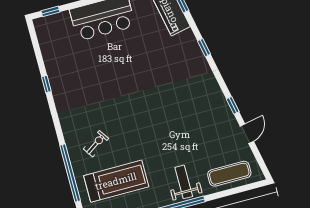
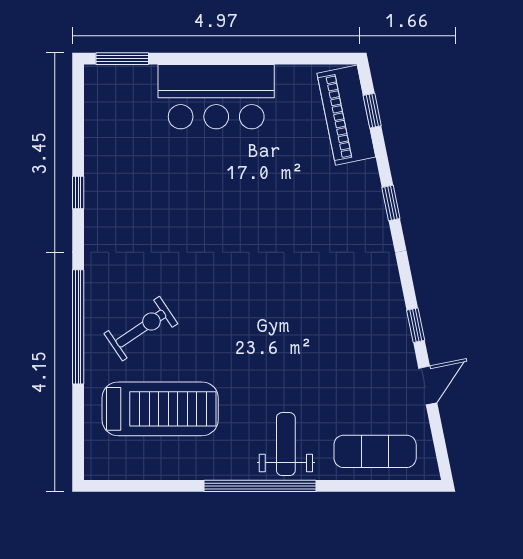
window: (50, 11) -> (122, 59), width x1.50
exercise bike: (96, 144) -> (141, 329), width x1.38, depth x1.39
window: (70, 173) -> (78, 327), moved

